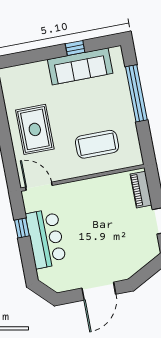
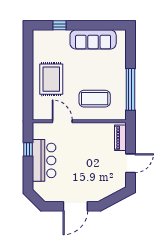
window: (75, 48) -> (60, 25), moved
window: (136, 93) -> (130, 89), moved
door: (39, 186) -> (62, 121), moved

